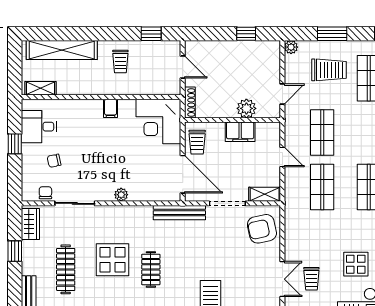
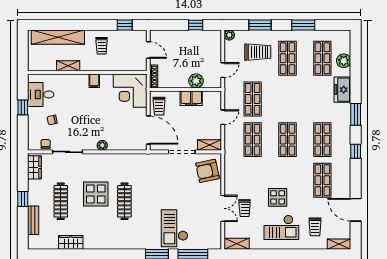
shelving: (41, 88) -> (68, 66), moved
door: (282, 157) -> (223, 117), hinge flipped
bench: (179, 213) -> (146, 159), removed
window: (15, 251) -> (23, 199), moved
clothes rail: (151, 269) -> (124, 201), width x1.36

